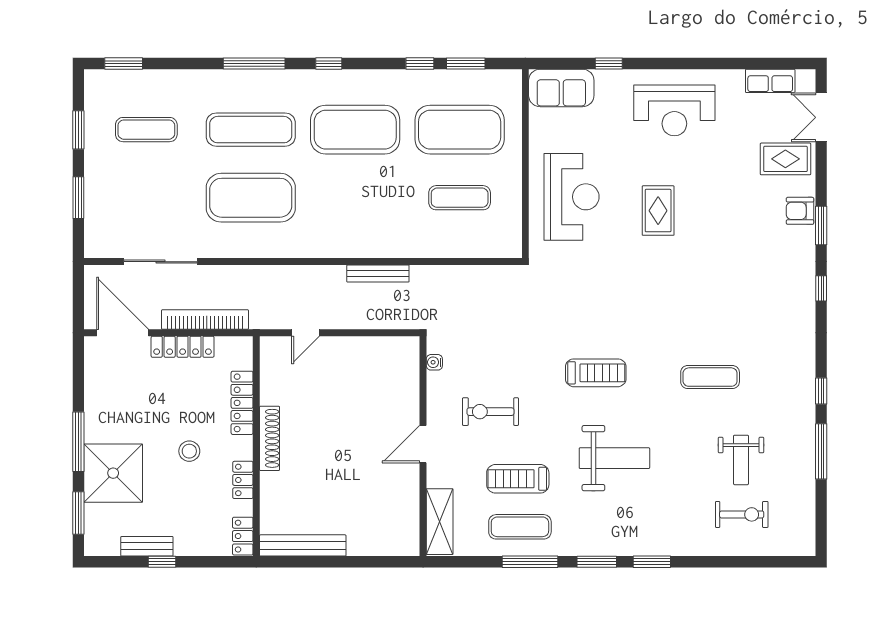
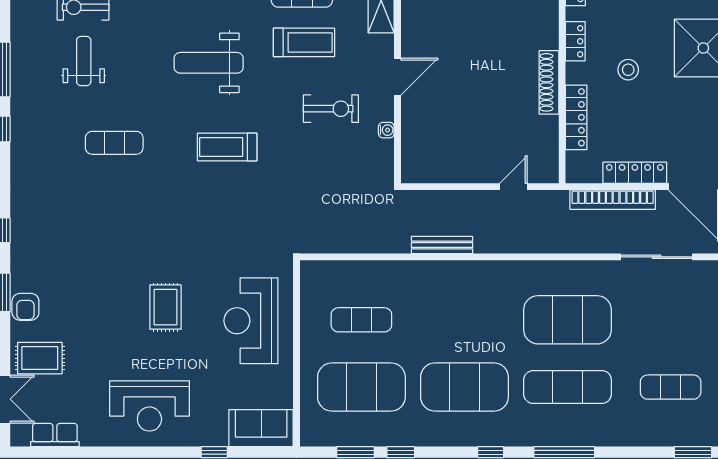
reception desk: (674, 110) -> (149, 406), turned 180
armchair: (800, 211) -> (25, 307), turned 90
water cooler: (434, 362) -> (386, 130), moved

